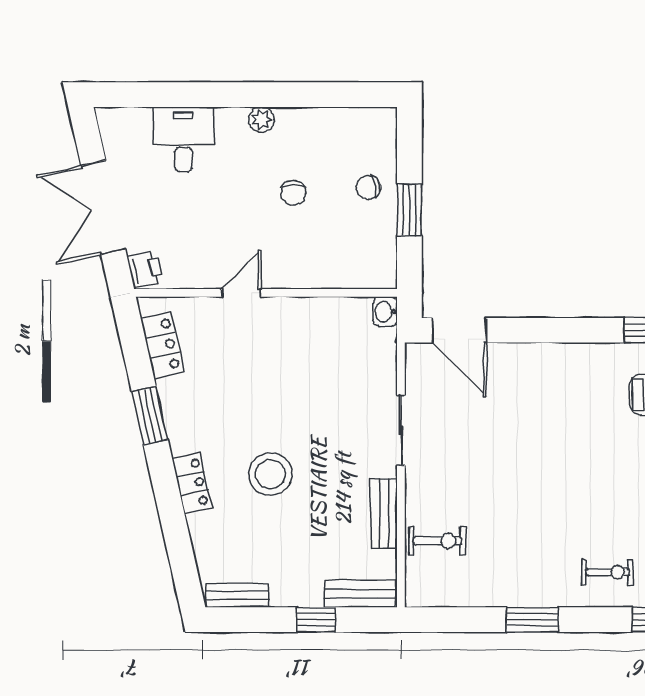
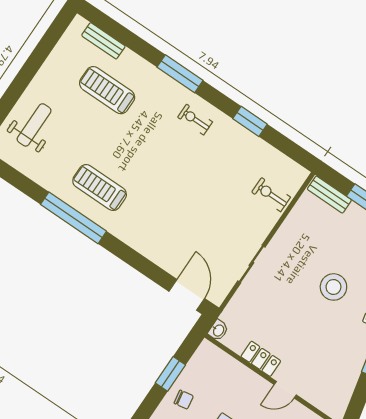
locker: (163, 345) -> (261, 359), moved, turned 103
bench: (384, 513) -> (289, 227), removed

